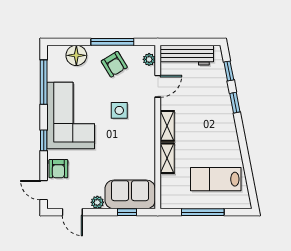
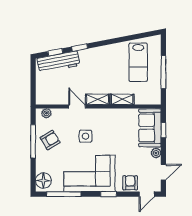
floor lamp: (76, 55) -> (43, 181), moved
workbench: (187, 55) -> (58, 62), moved, turned 79
door: (158, 86) -> (77, 107), moved
armchair: (58, 169) -> (130, 183), turned -90

